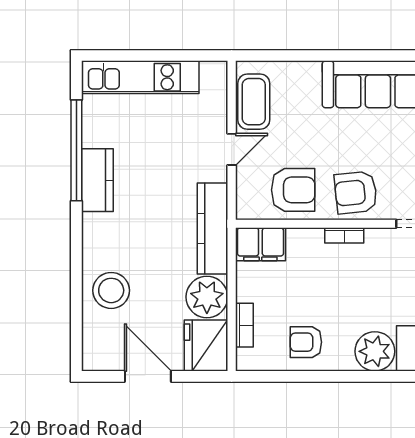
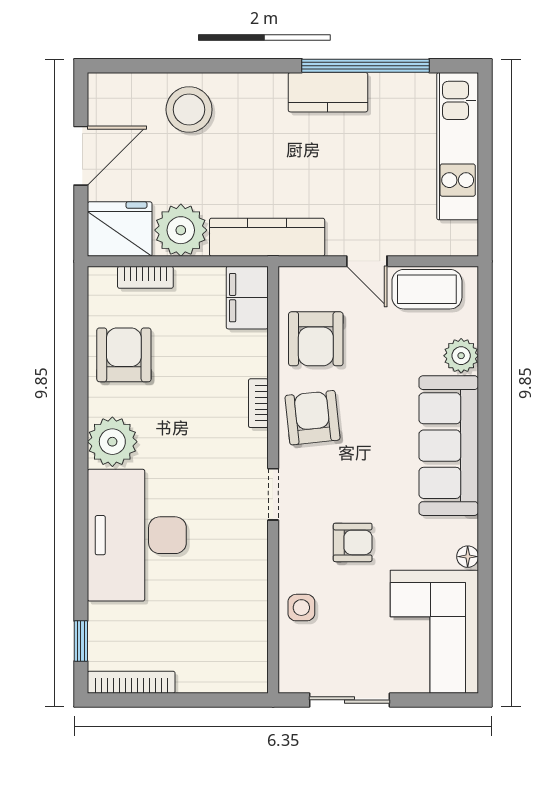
plant: (307, 75) -> (461, 356), added
armchair: (306, 342) -> (124, 355), width x1.38, depth x1.38

